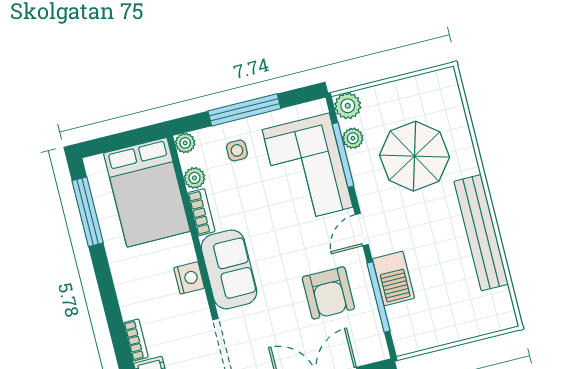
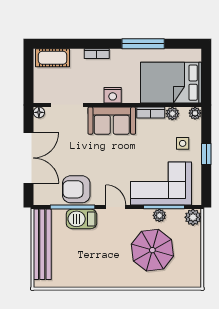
window: (244, 110) -> (206, 154), width x0.46
plant: (353, 138) -> (159, 215), moved
window: (88, 212) -> (143, 44), moved
bench: (481, 233) -> (42, 244), moved, turned 90
armchair: (328, 293) -> (76, 189), moved
bookcase: (136, 340) -> (97, 54), moved

